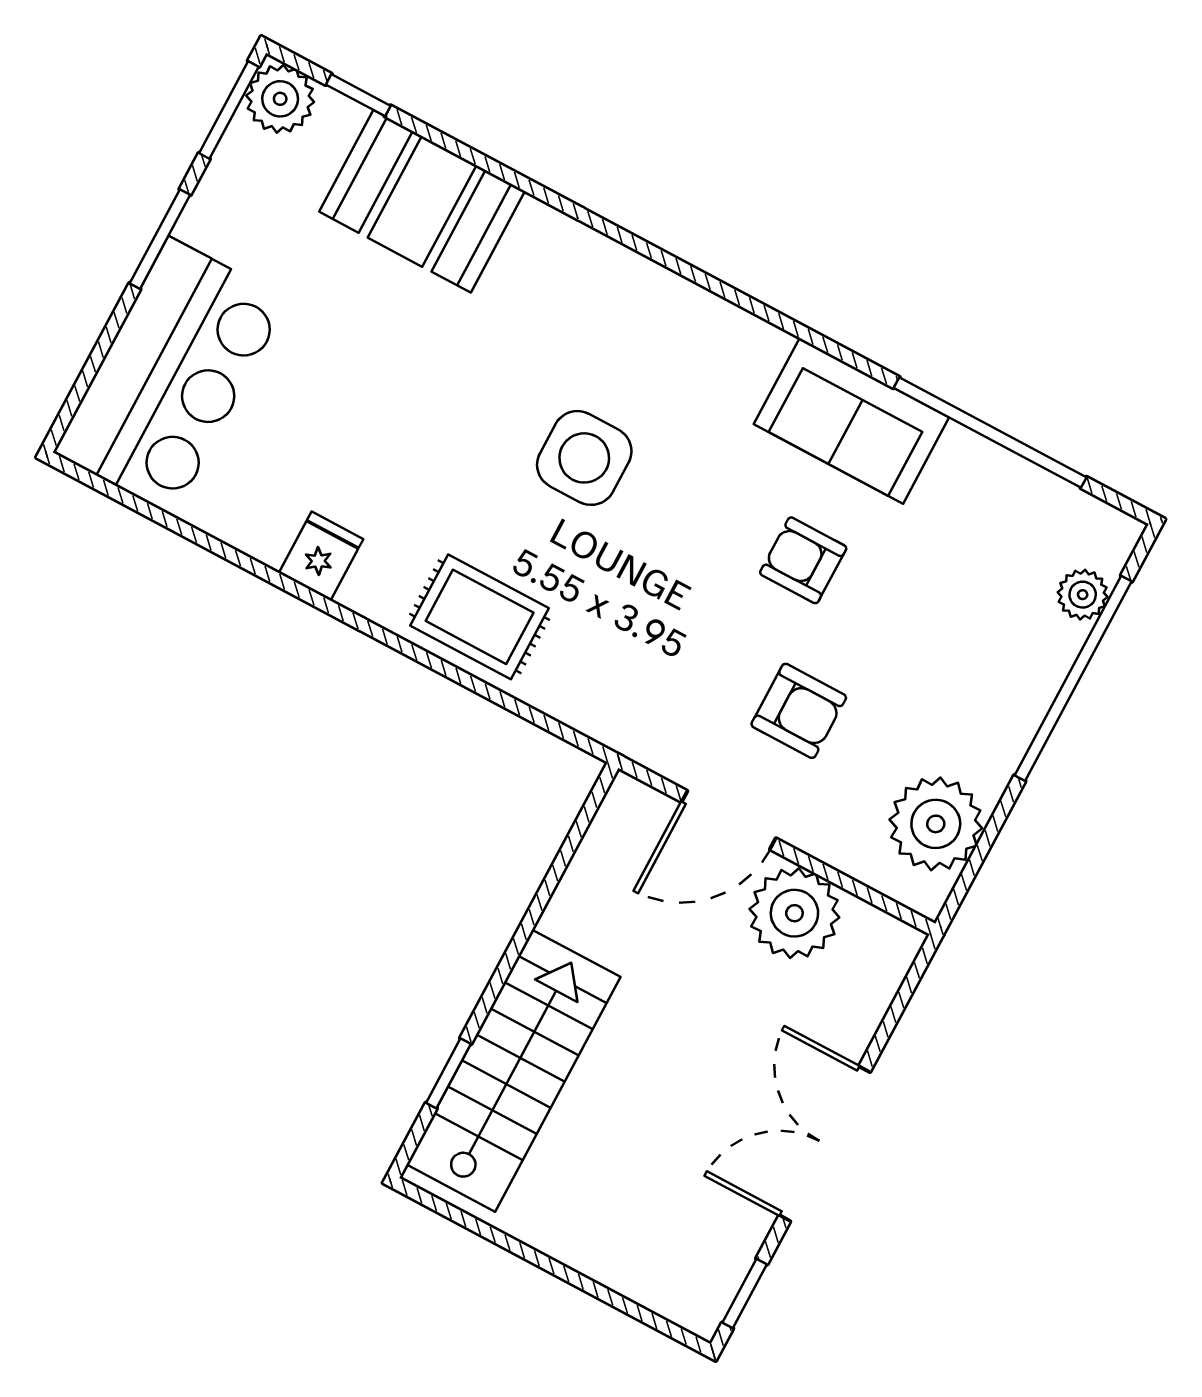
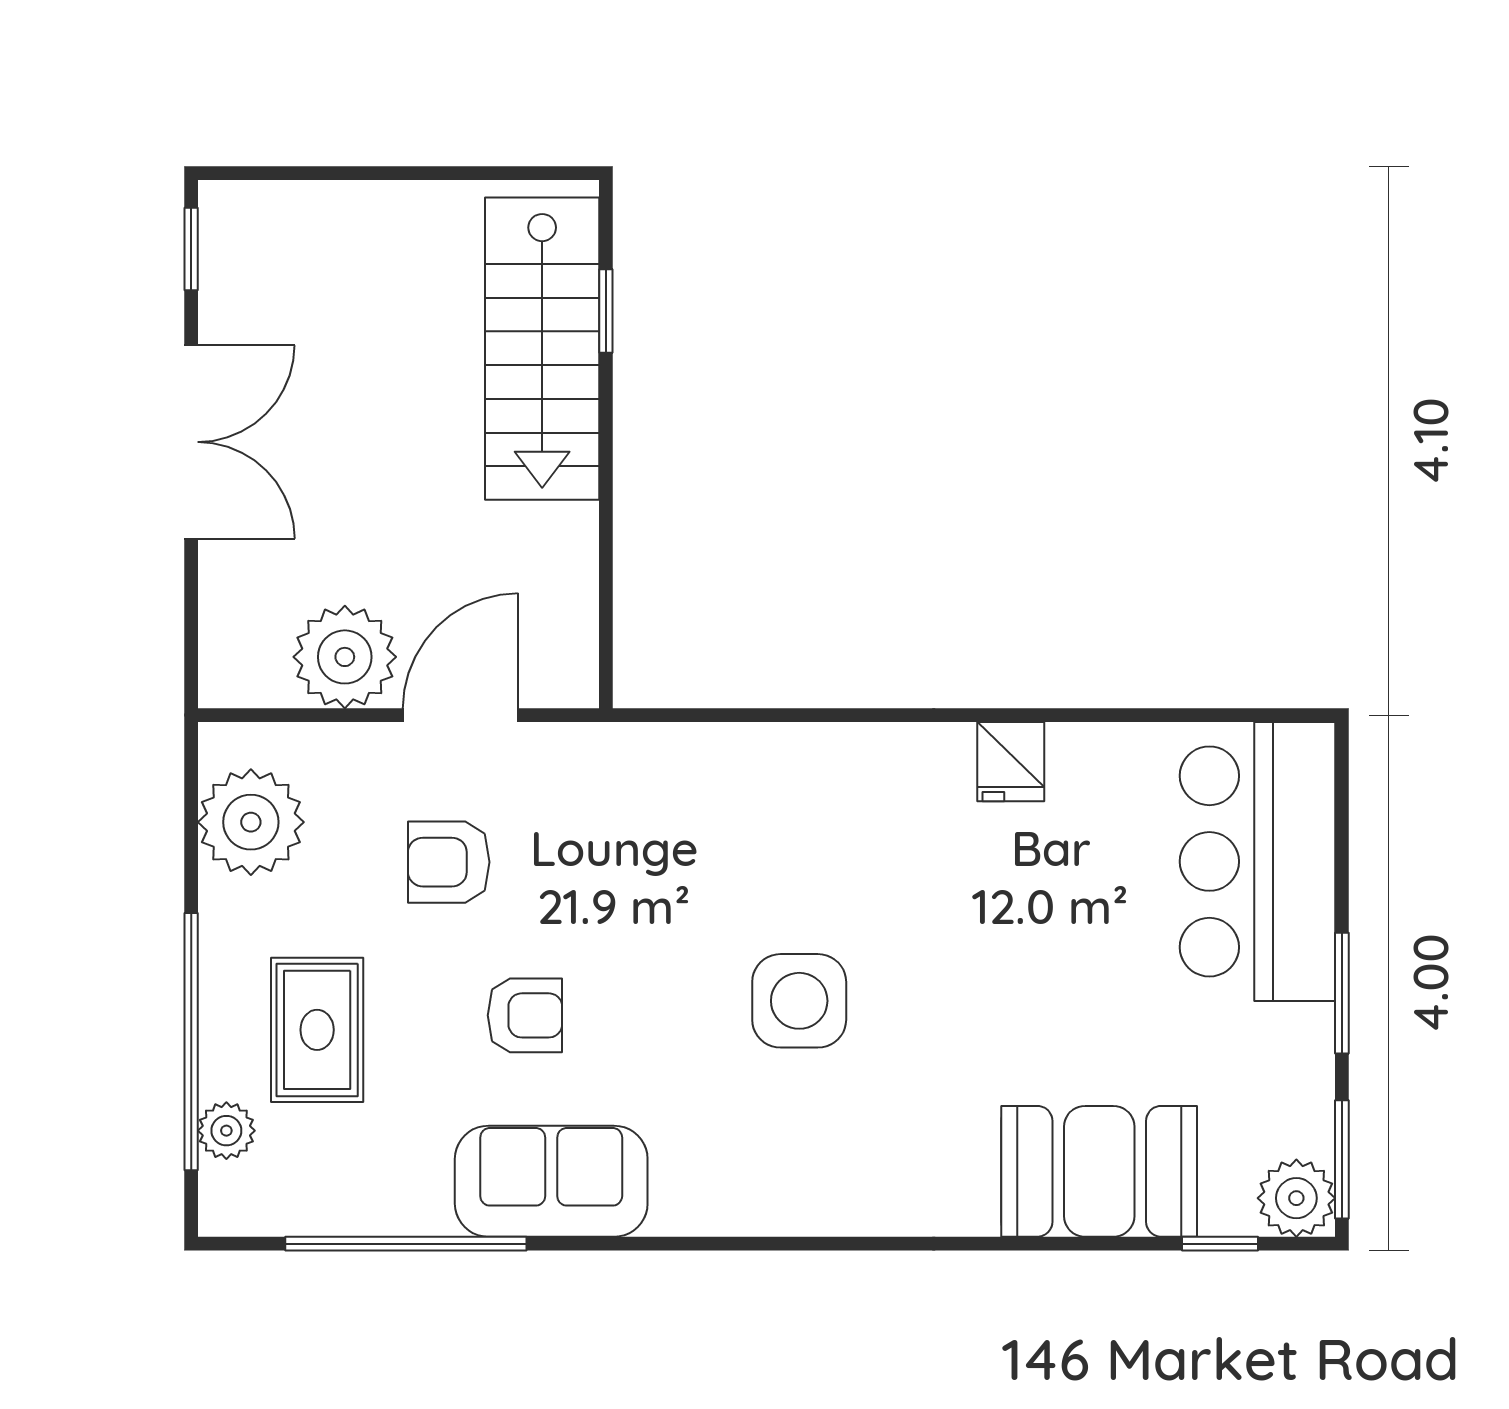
rug: (480, 617) -> (317, 1030), moved, turned 90

